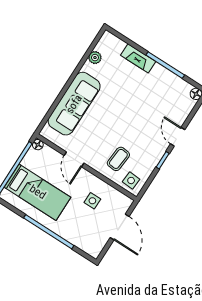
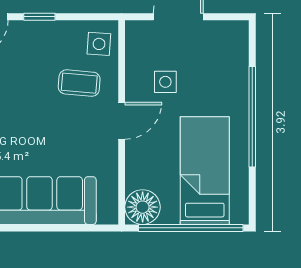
floor lamp: (38, 145) -> (143, 207), width x1.89, depth x1.89
door: (74, 159) -> (122, 121), moved

